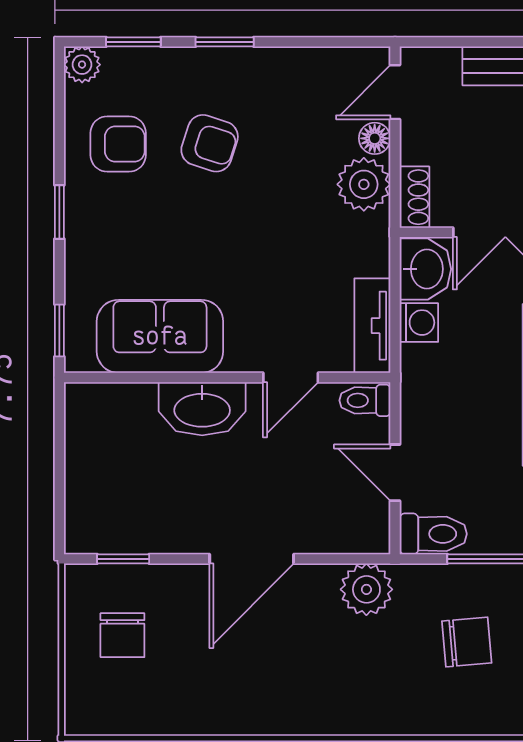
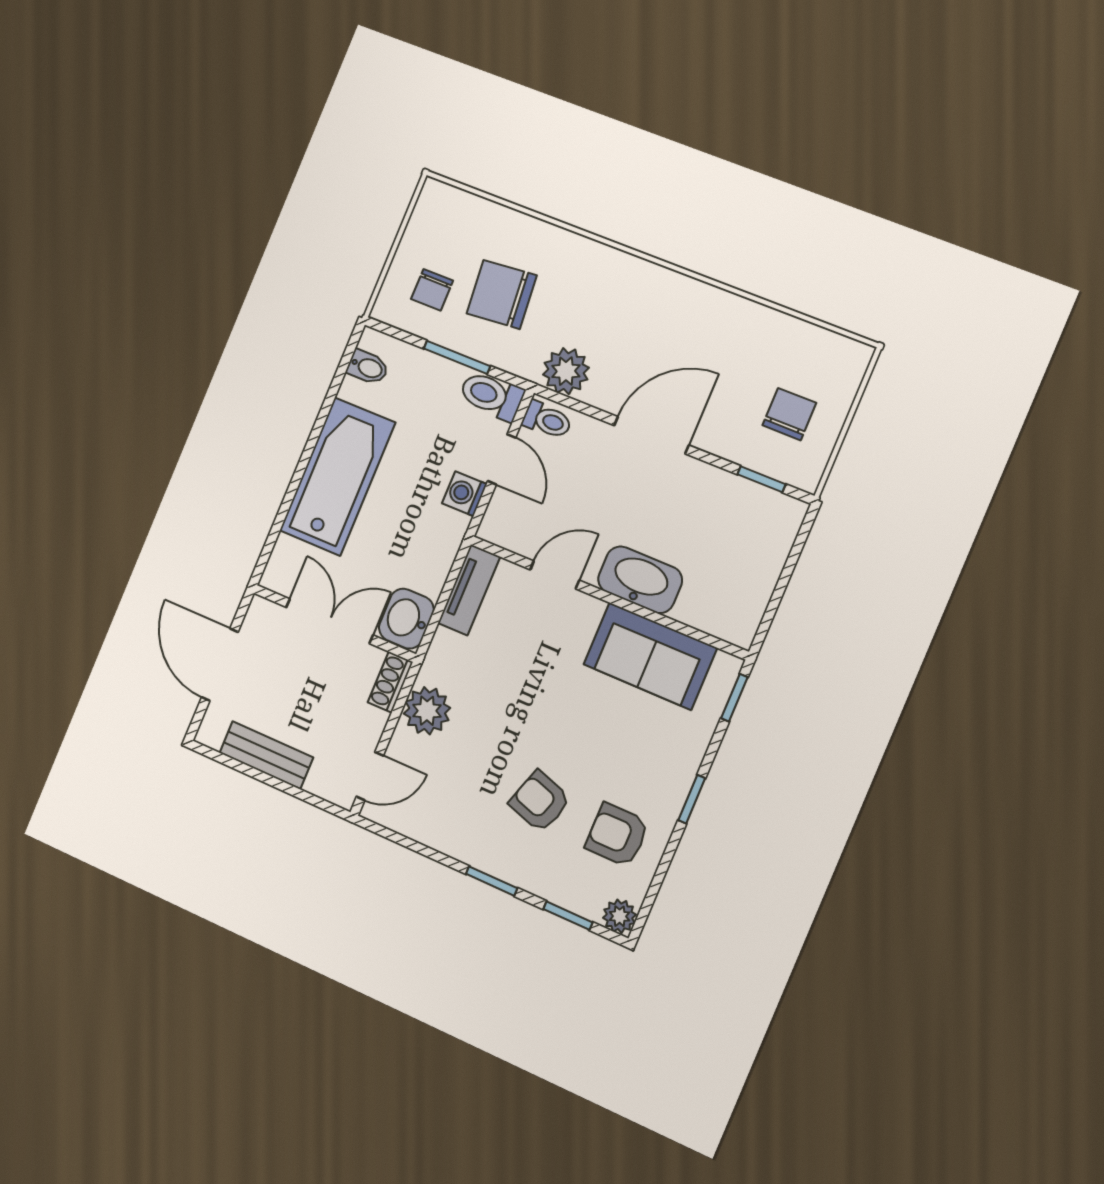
floor lamp: (375, 138) -> (402, 745), removed
washing machine: (419, 323) -> (464, 494), moved
toilet: (365, 400) -> (547, 420), moved
chair: (467, 642) -> (502, 294), width x1.37, depth x1.37

